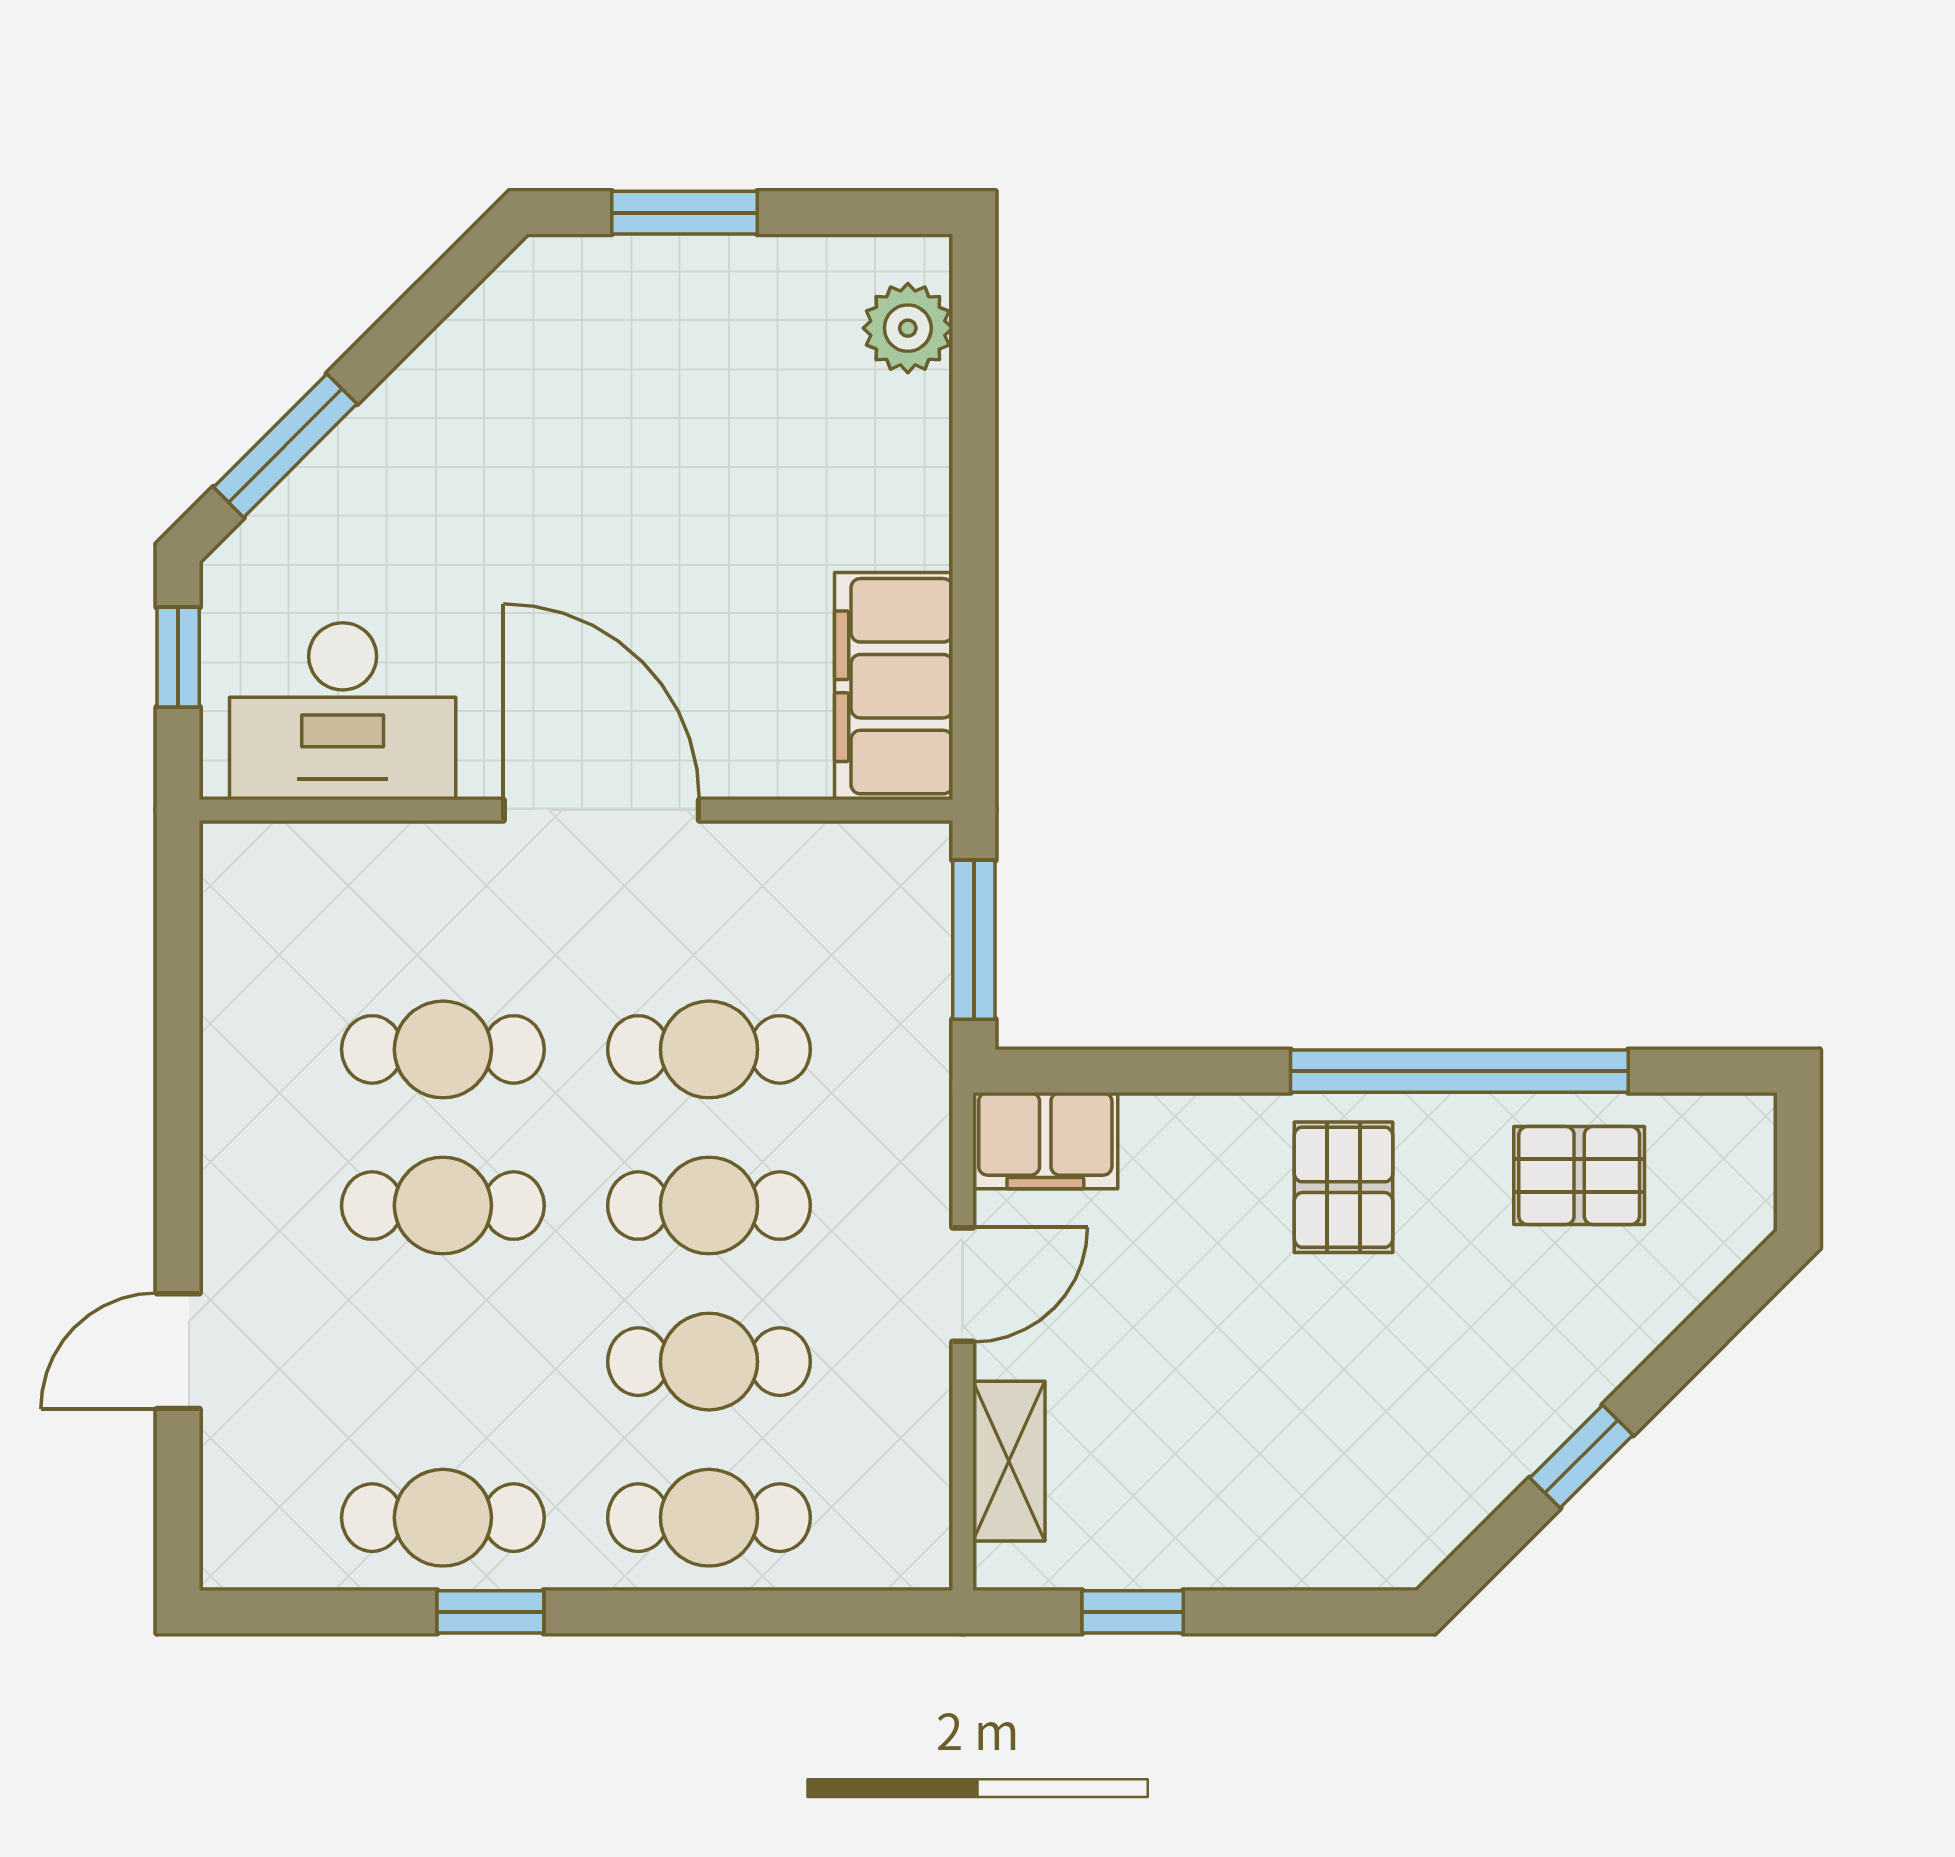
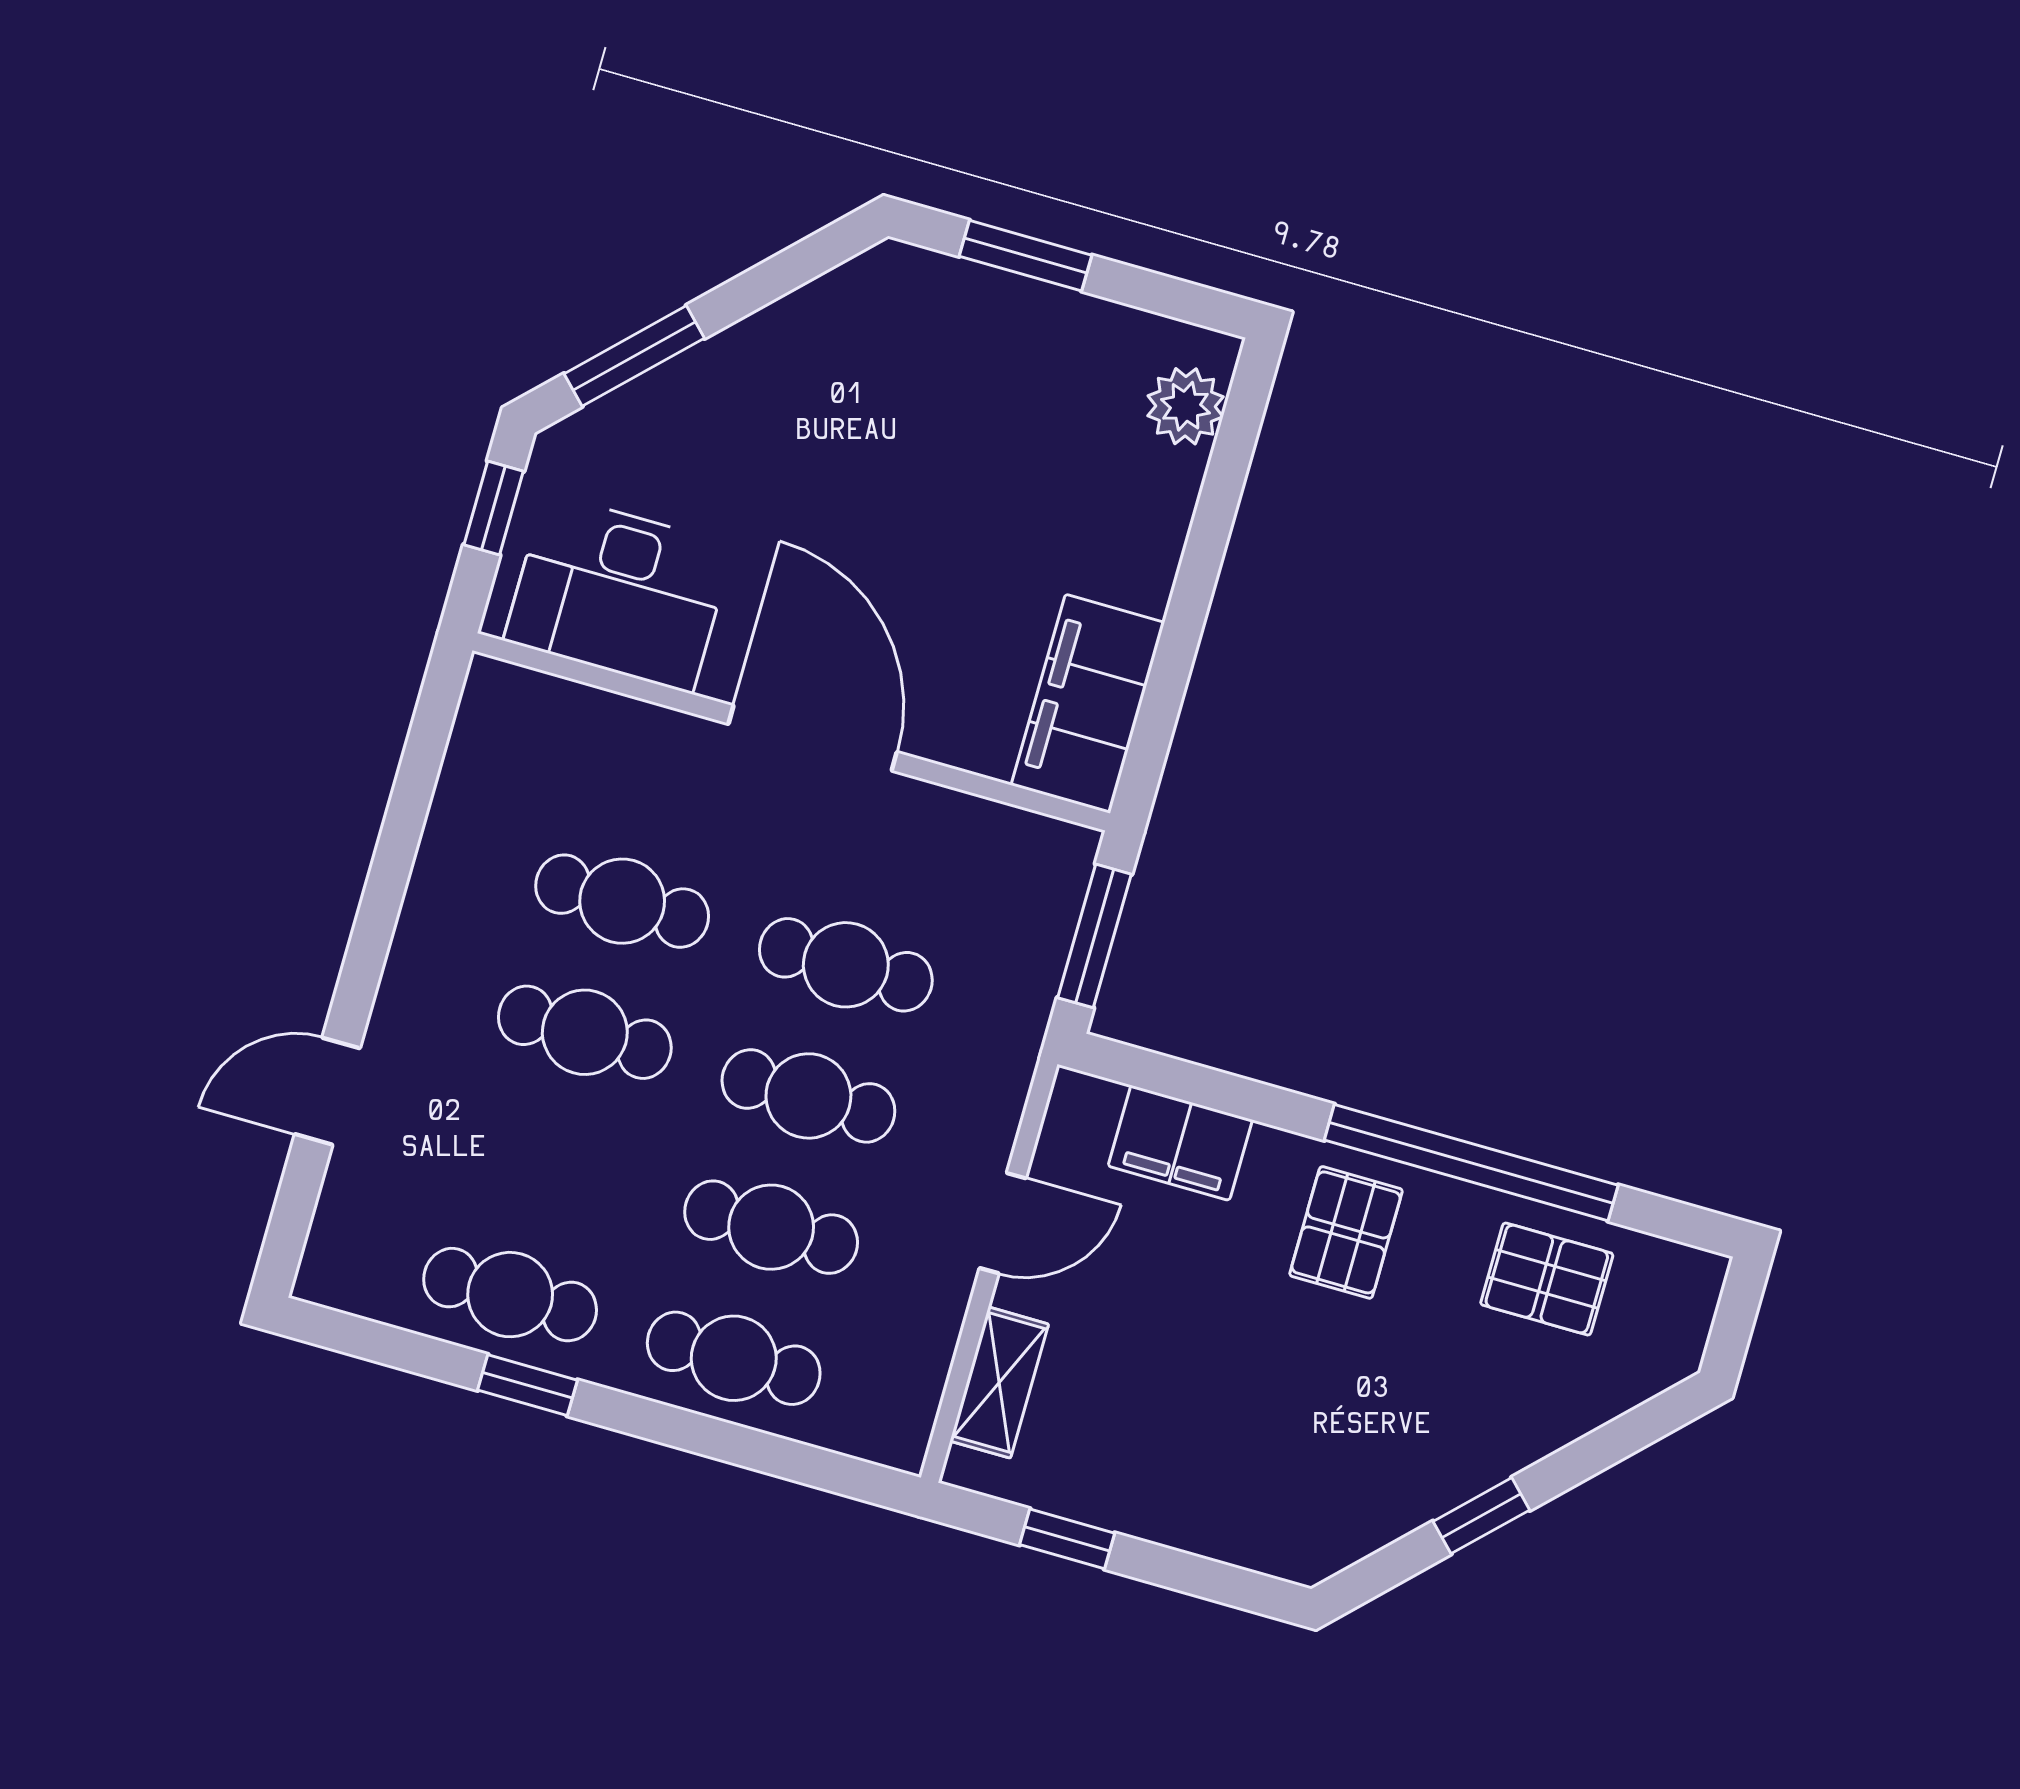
filing cabinet: (1045, 1141) -> (1180, 1143), moved

